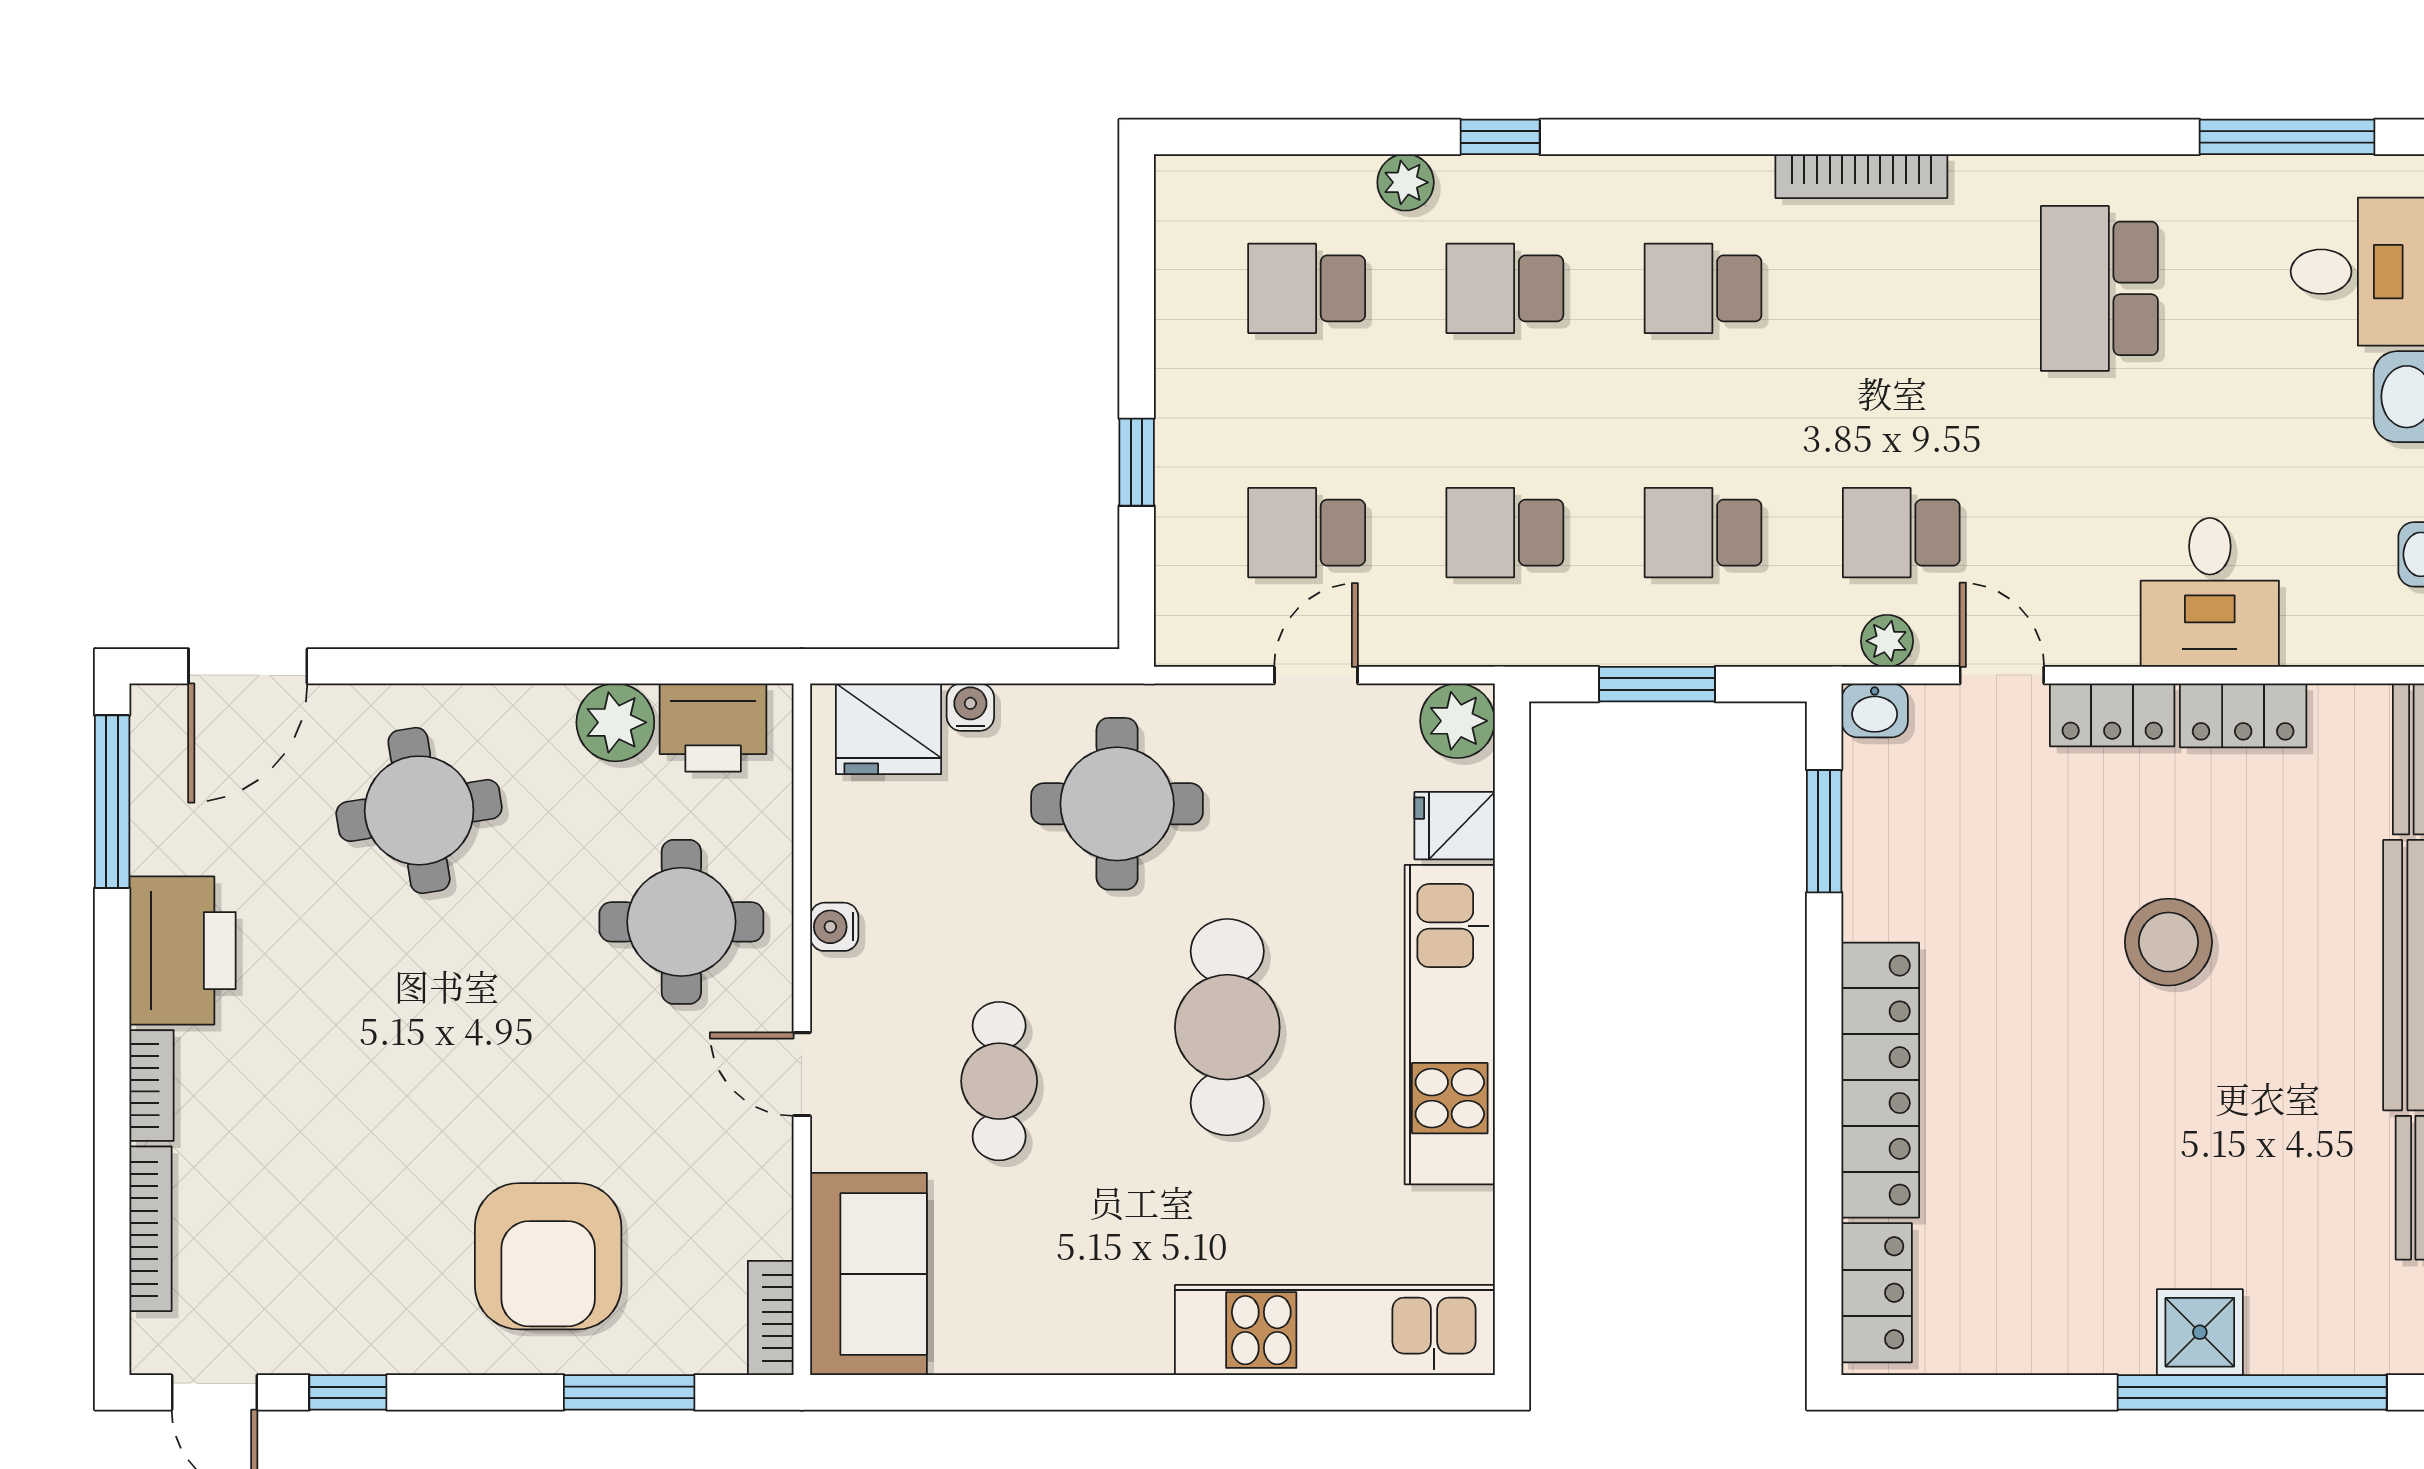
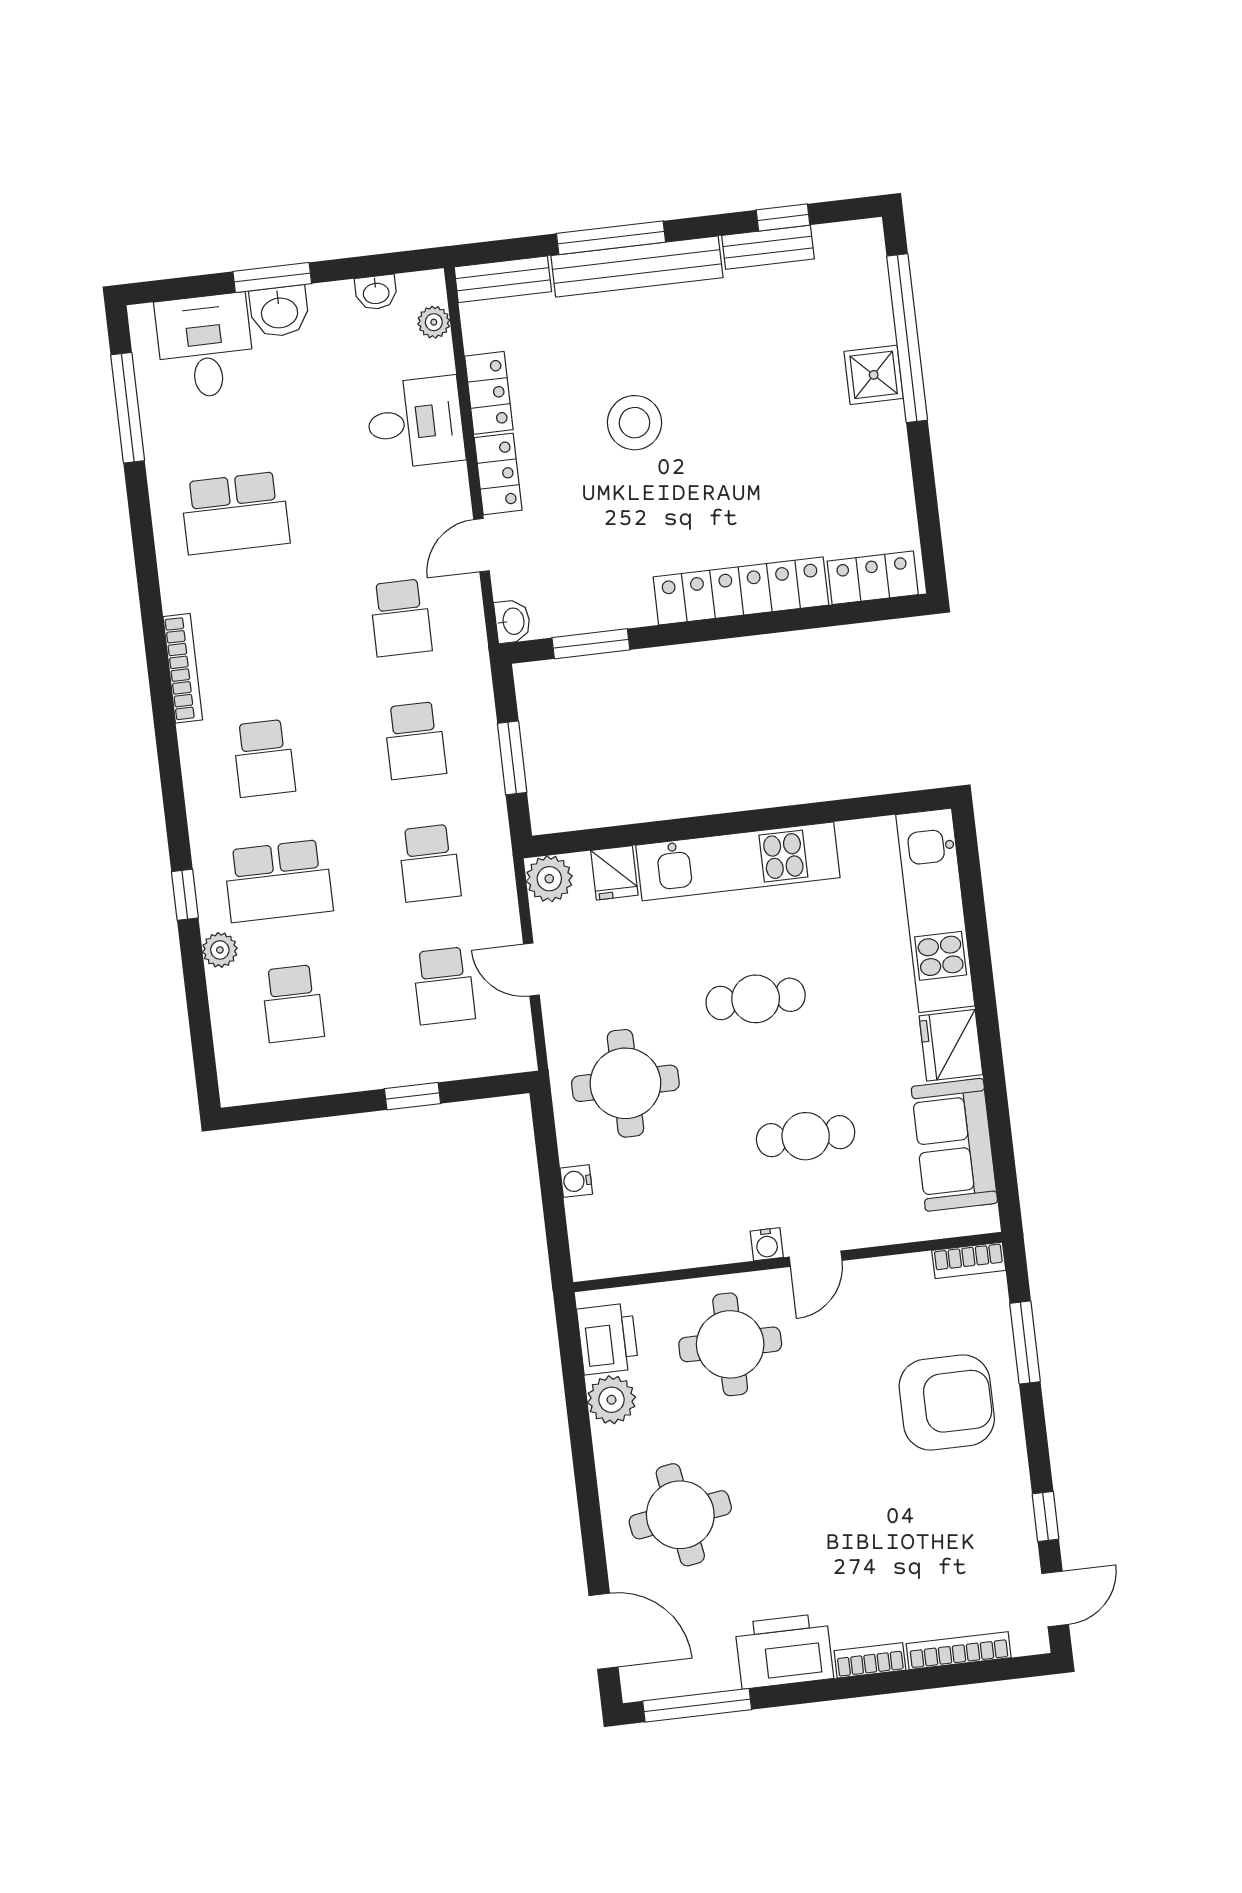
school desk: (1505, 288) -> (278, 881), width x1.85
plant: (1887, 641) -> (434, 322), moved
fridge: (889, 729) -> (951, 1045), moved, turned 180
water cooler: (834, 927) -> (767, 1244), moved
cafe table: (1227, 1027) -> (756, 999), width x0.73, depth x0.74
sofa: (868, 1274) -> (954, 1145), moved, turned -90

